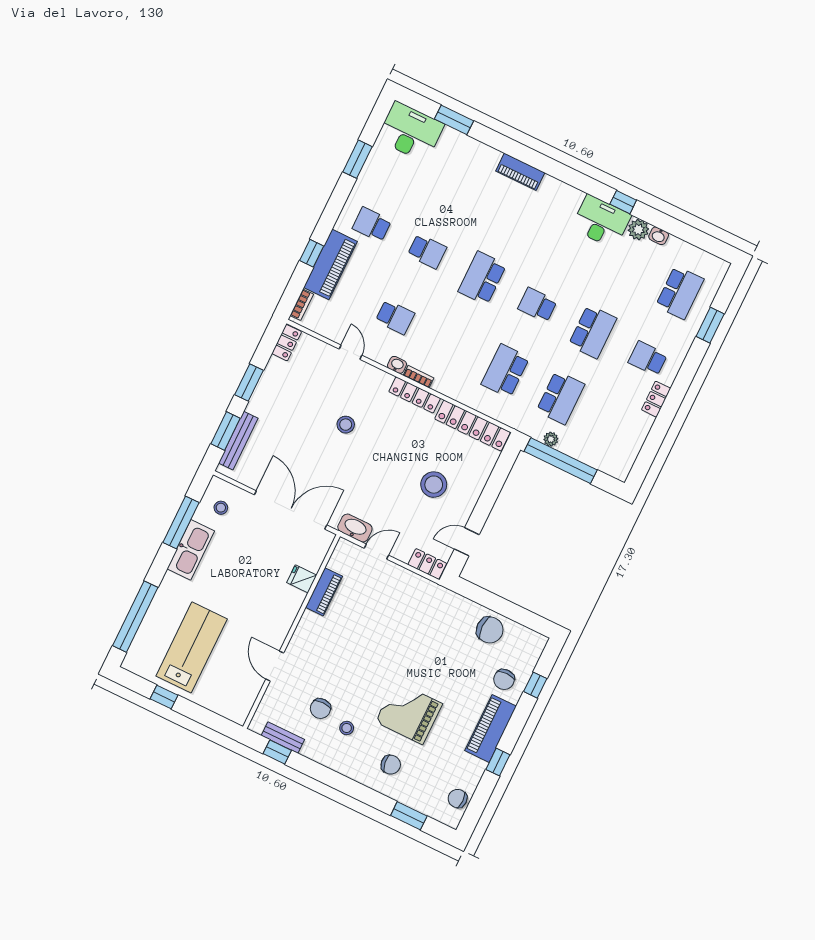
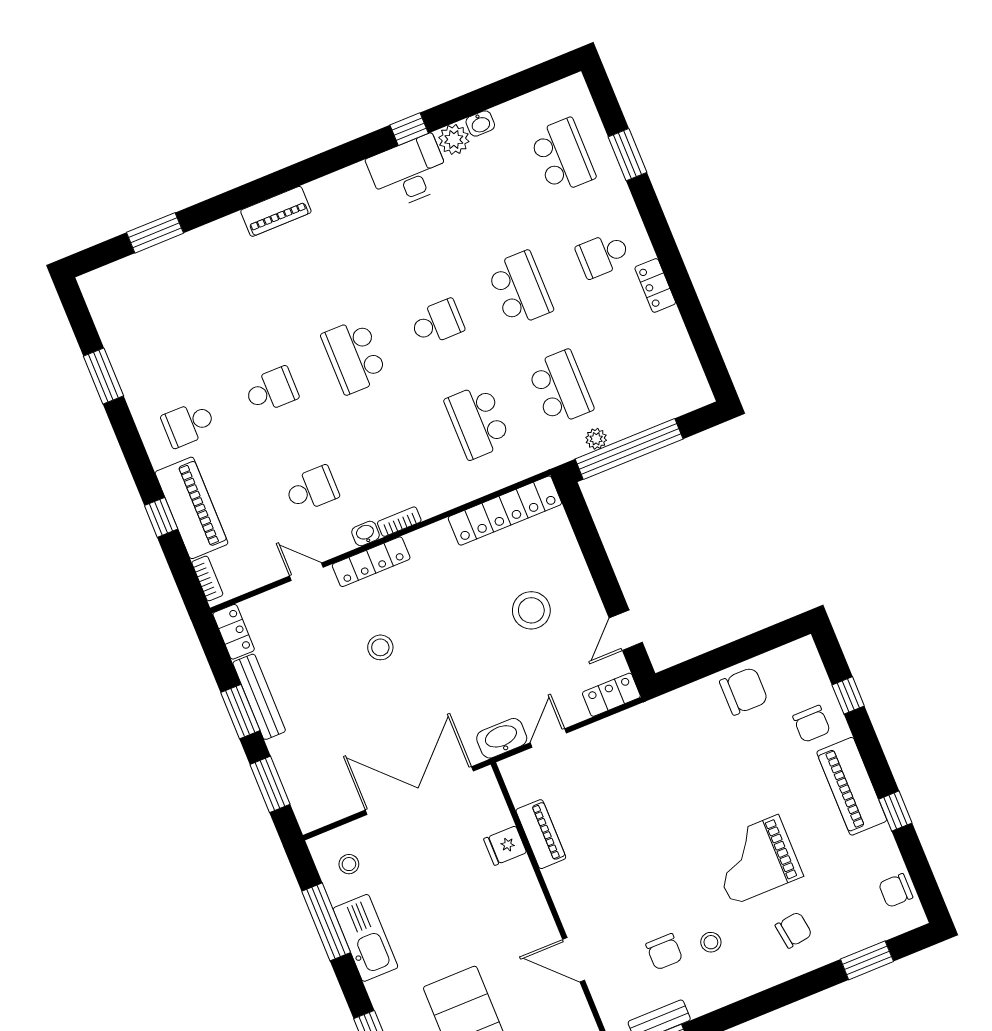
desk: (410, 132) -> (125, 292), removed
school desk: (537, 305) -> (437, 323), turned 180
locker: (415, 395) -> (371, 562), moved
bench: (238, 441) -> (259, 697), moved

